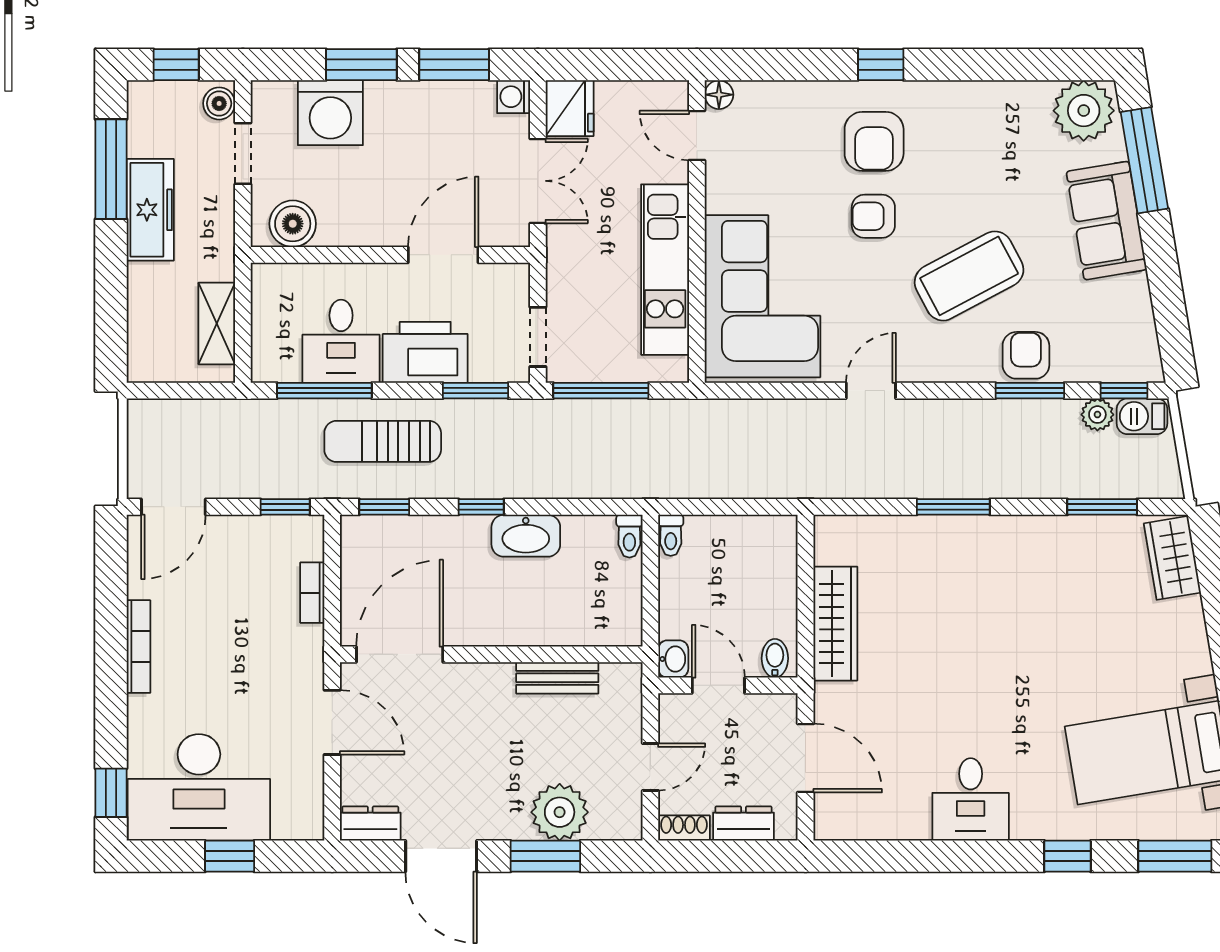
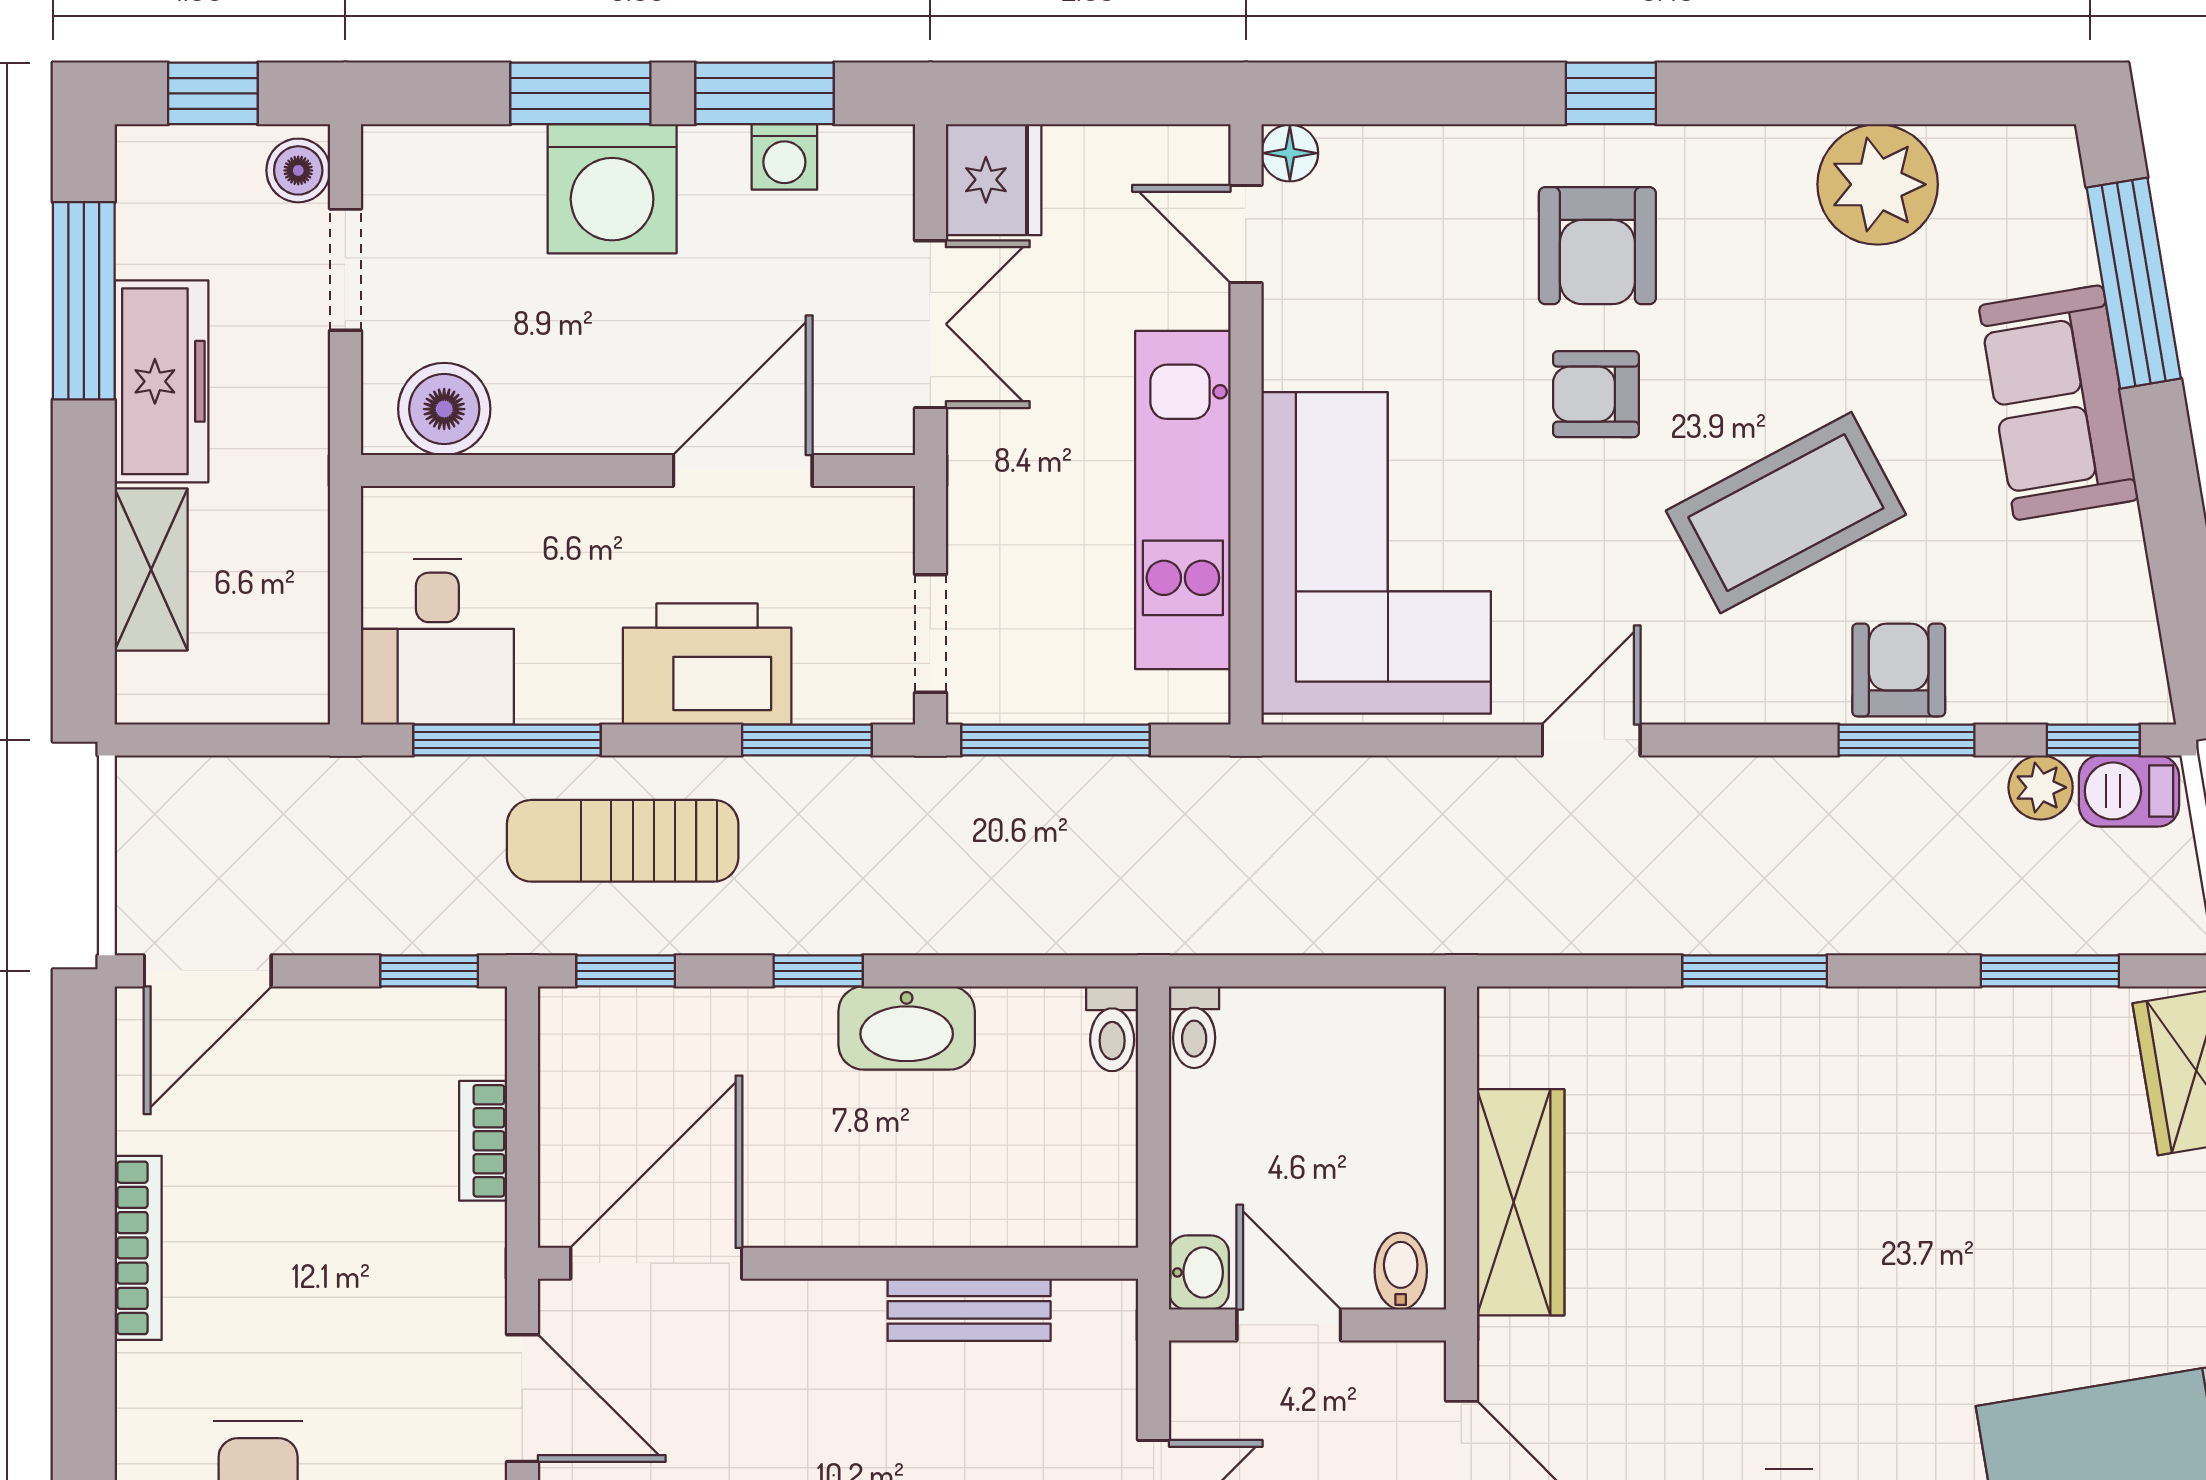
washing machine: (514, 97) -> (784, 157), moved, turned -90
plant: (1084, 111) -> (1878, 184), moved
washing machine: (330, 113) -> (612, 189), moved
shelving: (217, 323) -> (151, 570), moved
desk: (341, 341) -> (437, 642), moved

